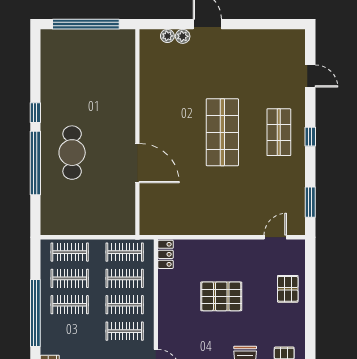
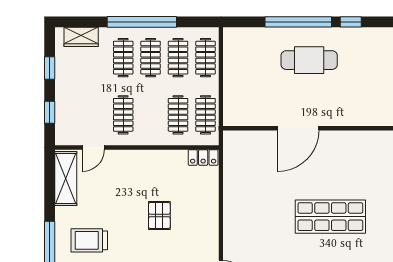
pallet: (221, 296) -> (159, 215), width x0.67, depth x0.71
clothes rail: (125, 305) -> (123, 58), moved

